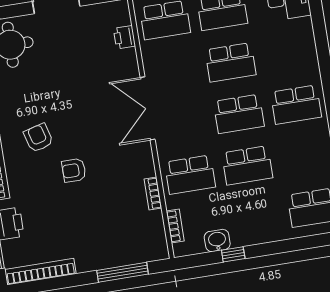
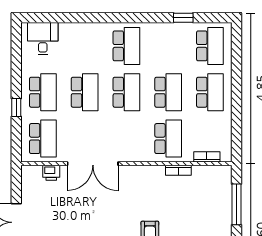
double door: (148, 108) -> (93, 164), moved
school desk: (256, 217) -> (210, 92), added
washbasin: (217, 241) -> (224, 126), removed
window: (233, 254) -> (237, 115), removed

